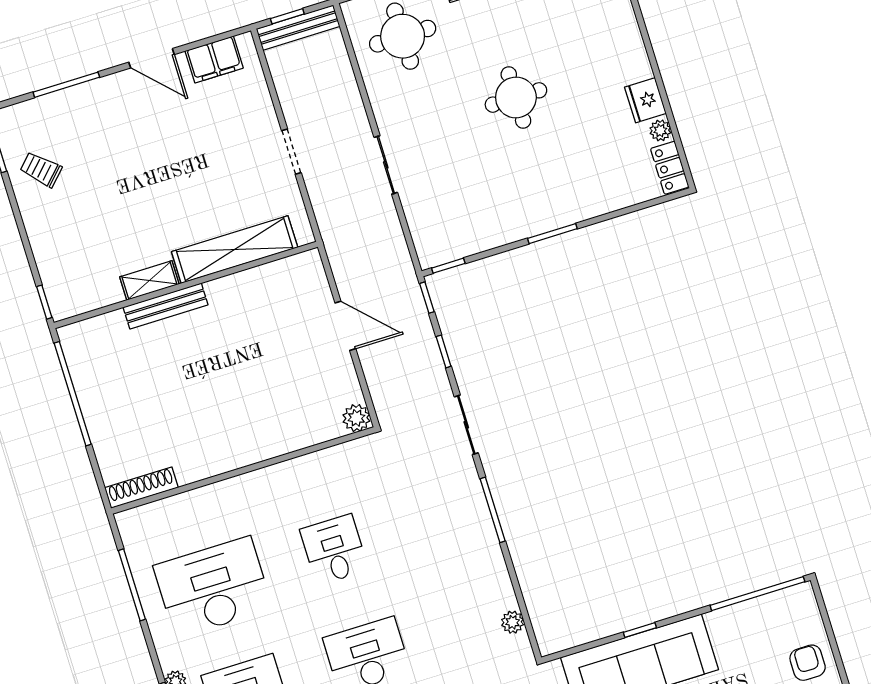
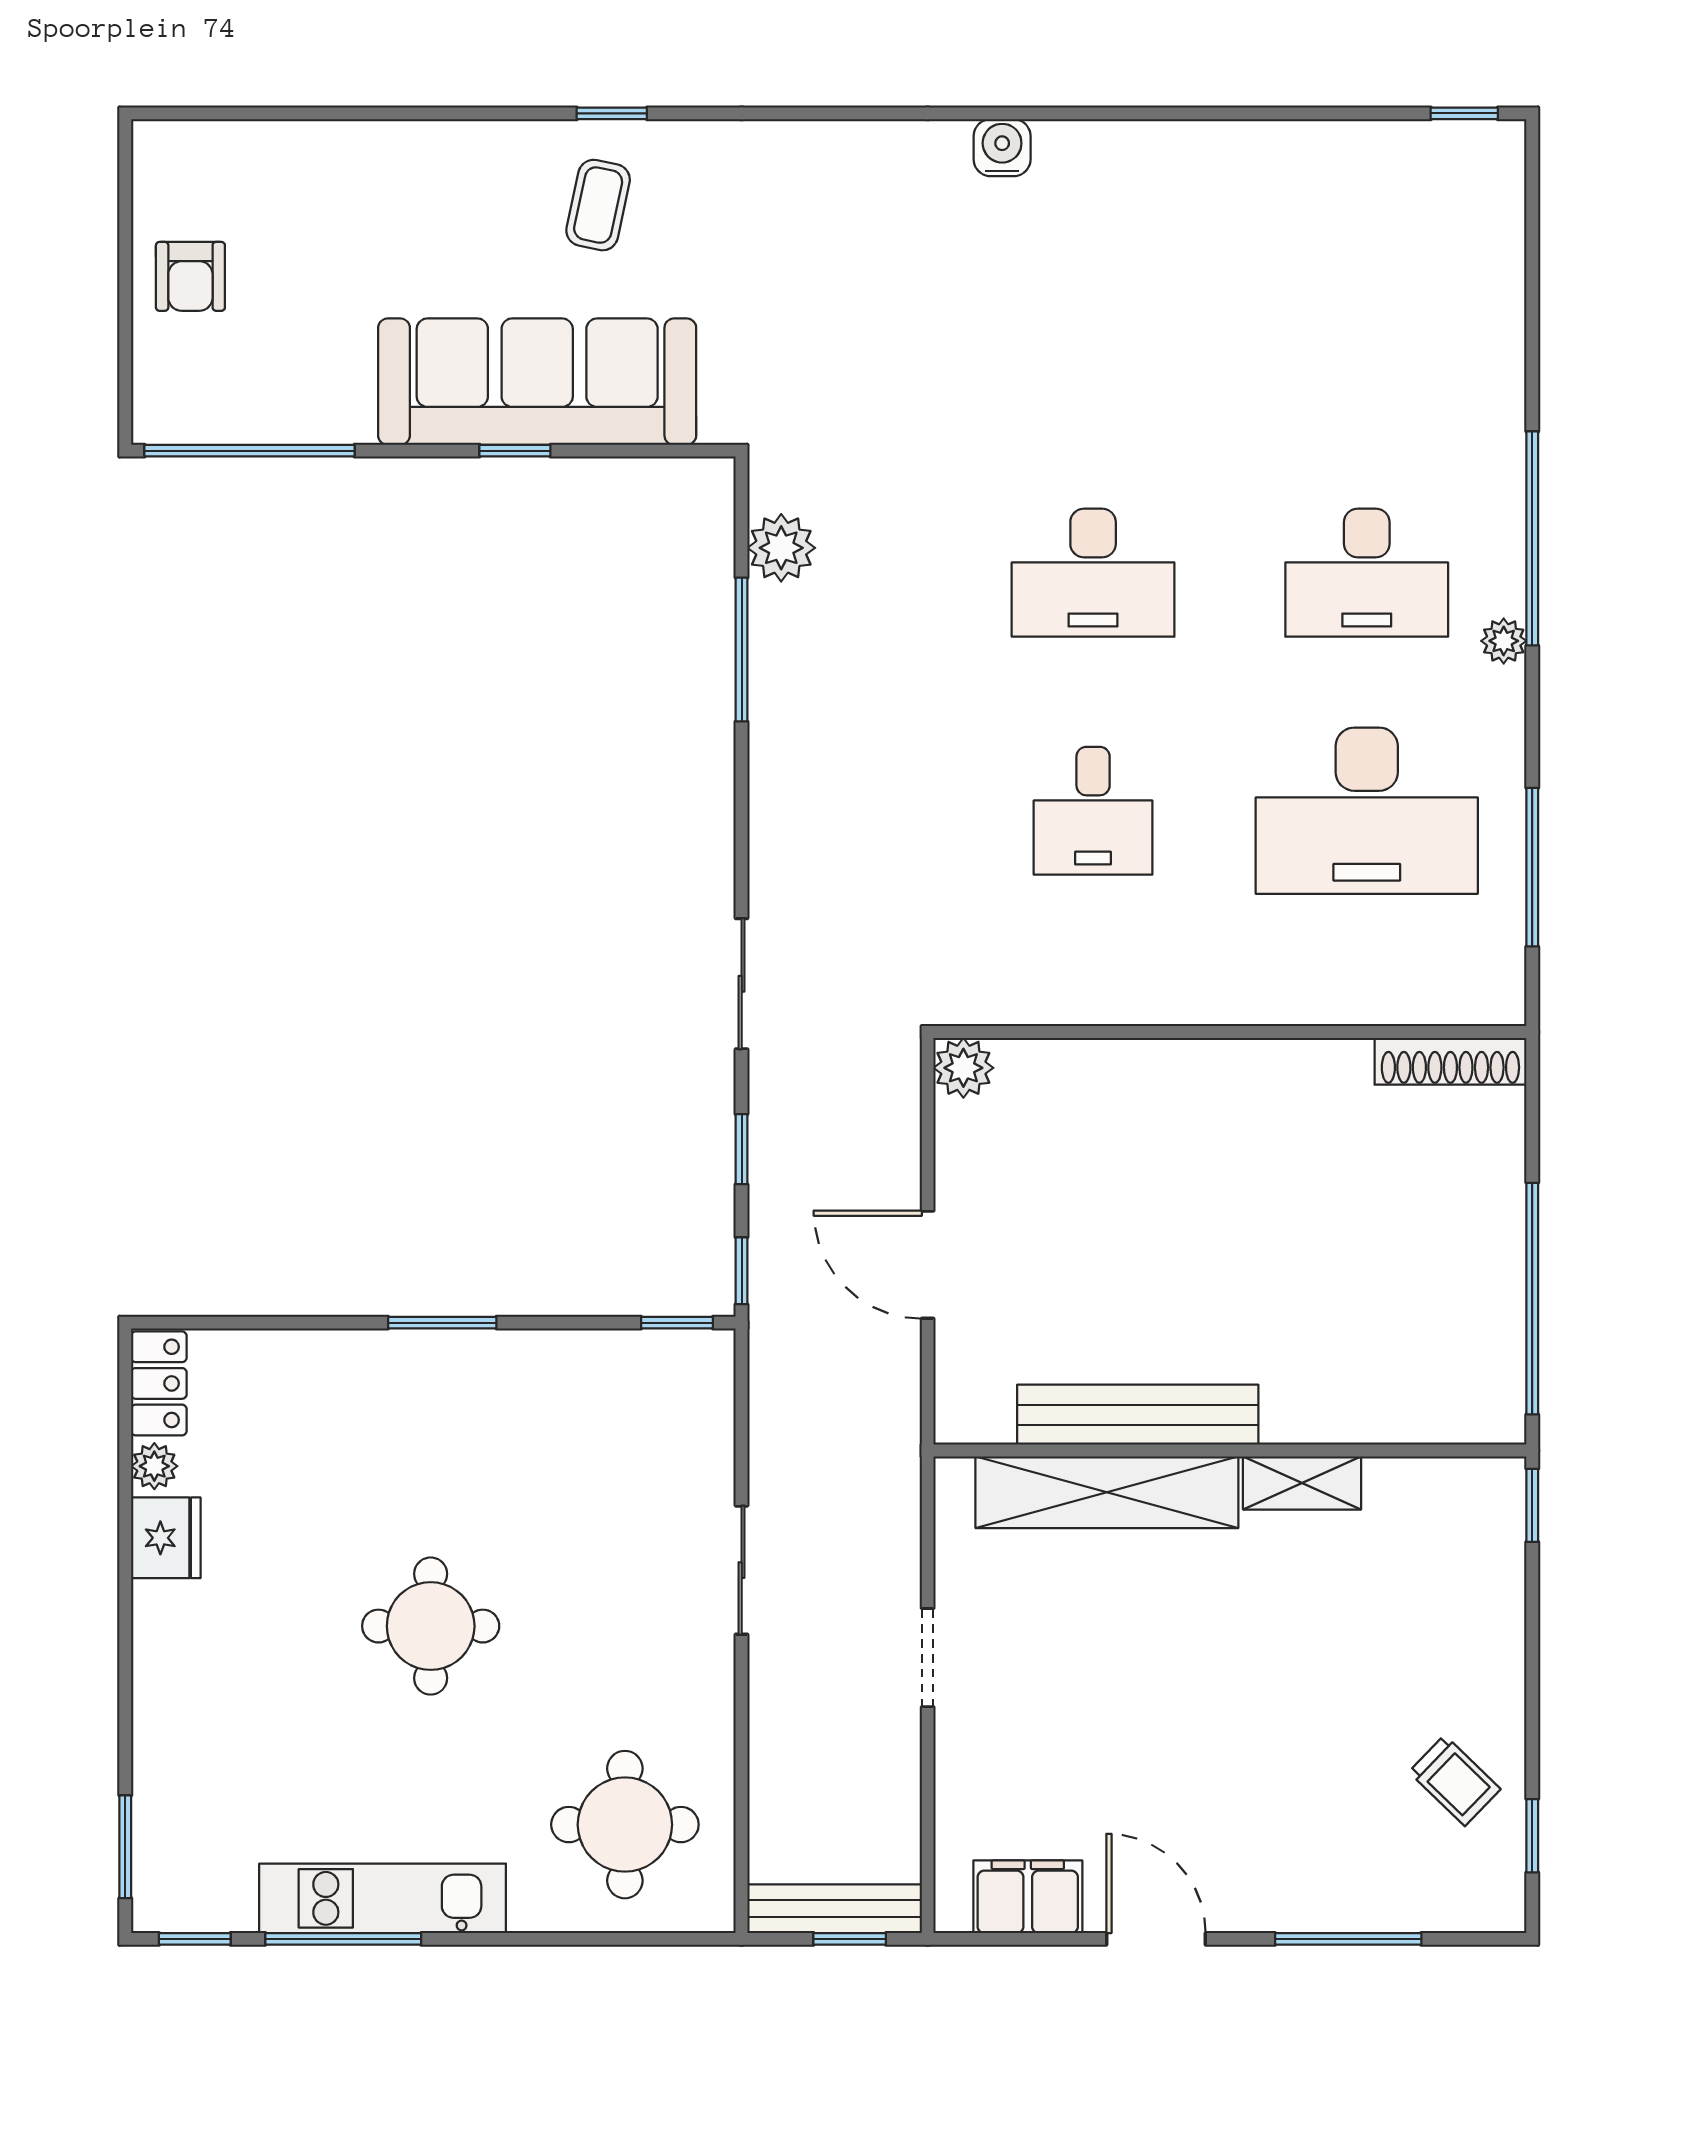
bench: (166, 306) -> (1138, 1415), moved, width x1.37, depth x1.21
window: (493, 510) -> (742, 650), moved
plant: (513, 622) -> (781, 548), width x1.38, depth x1.38

